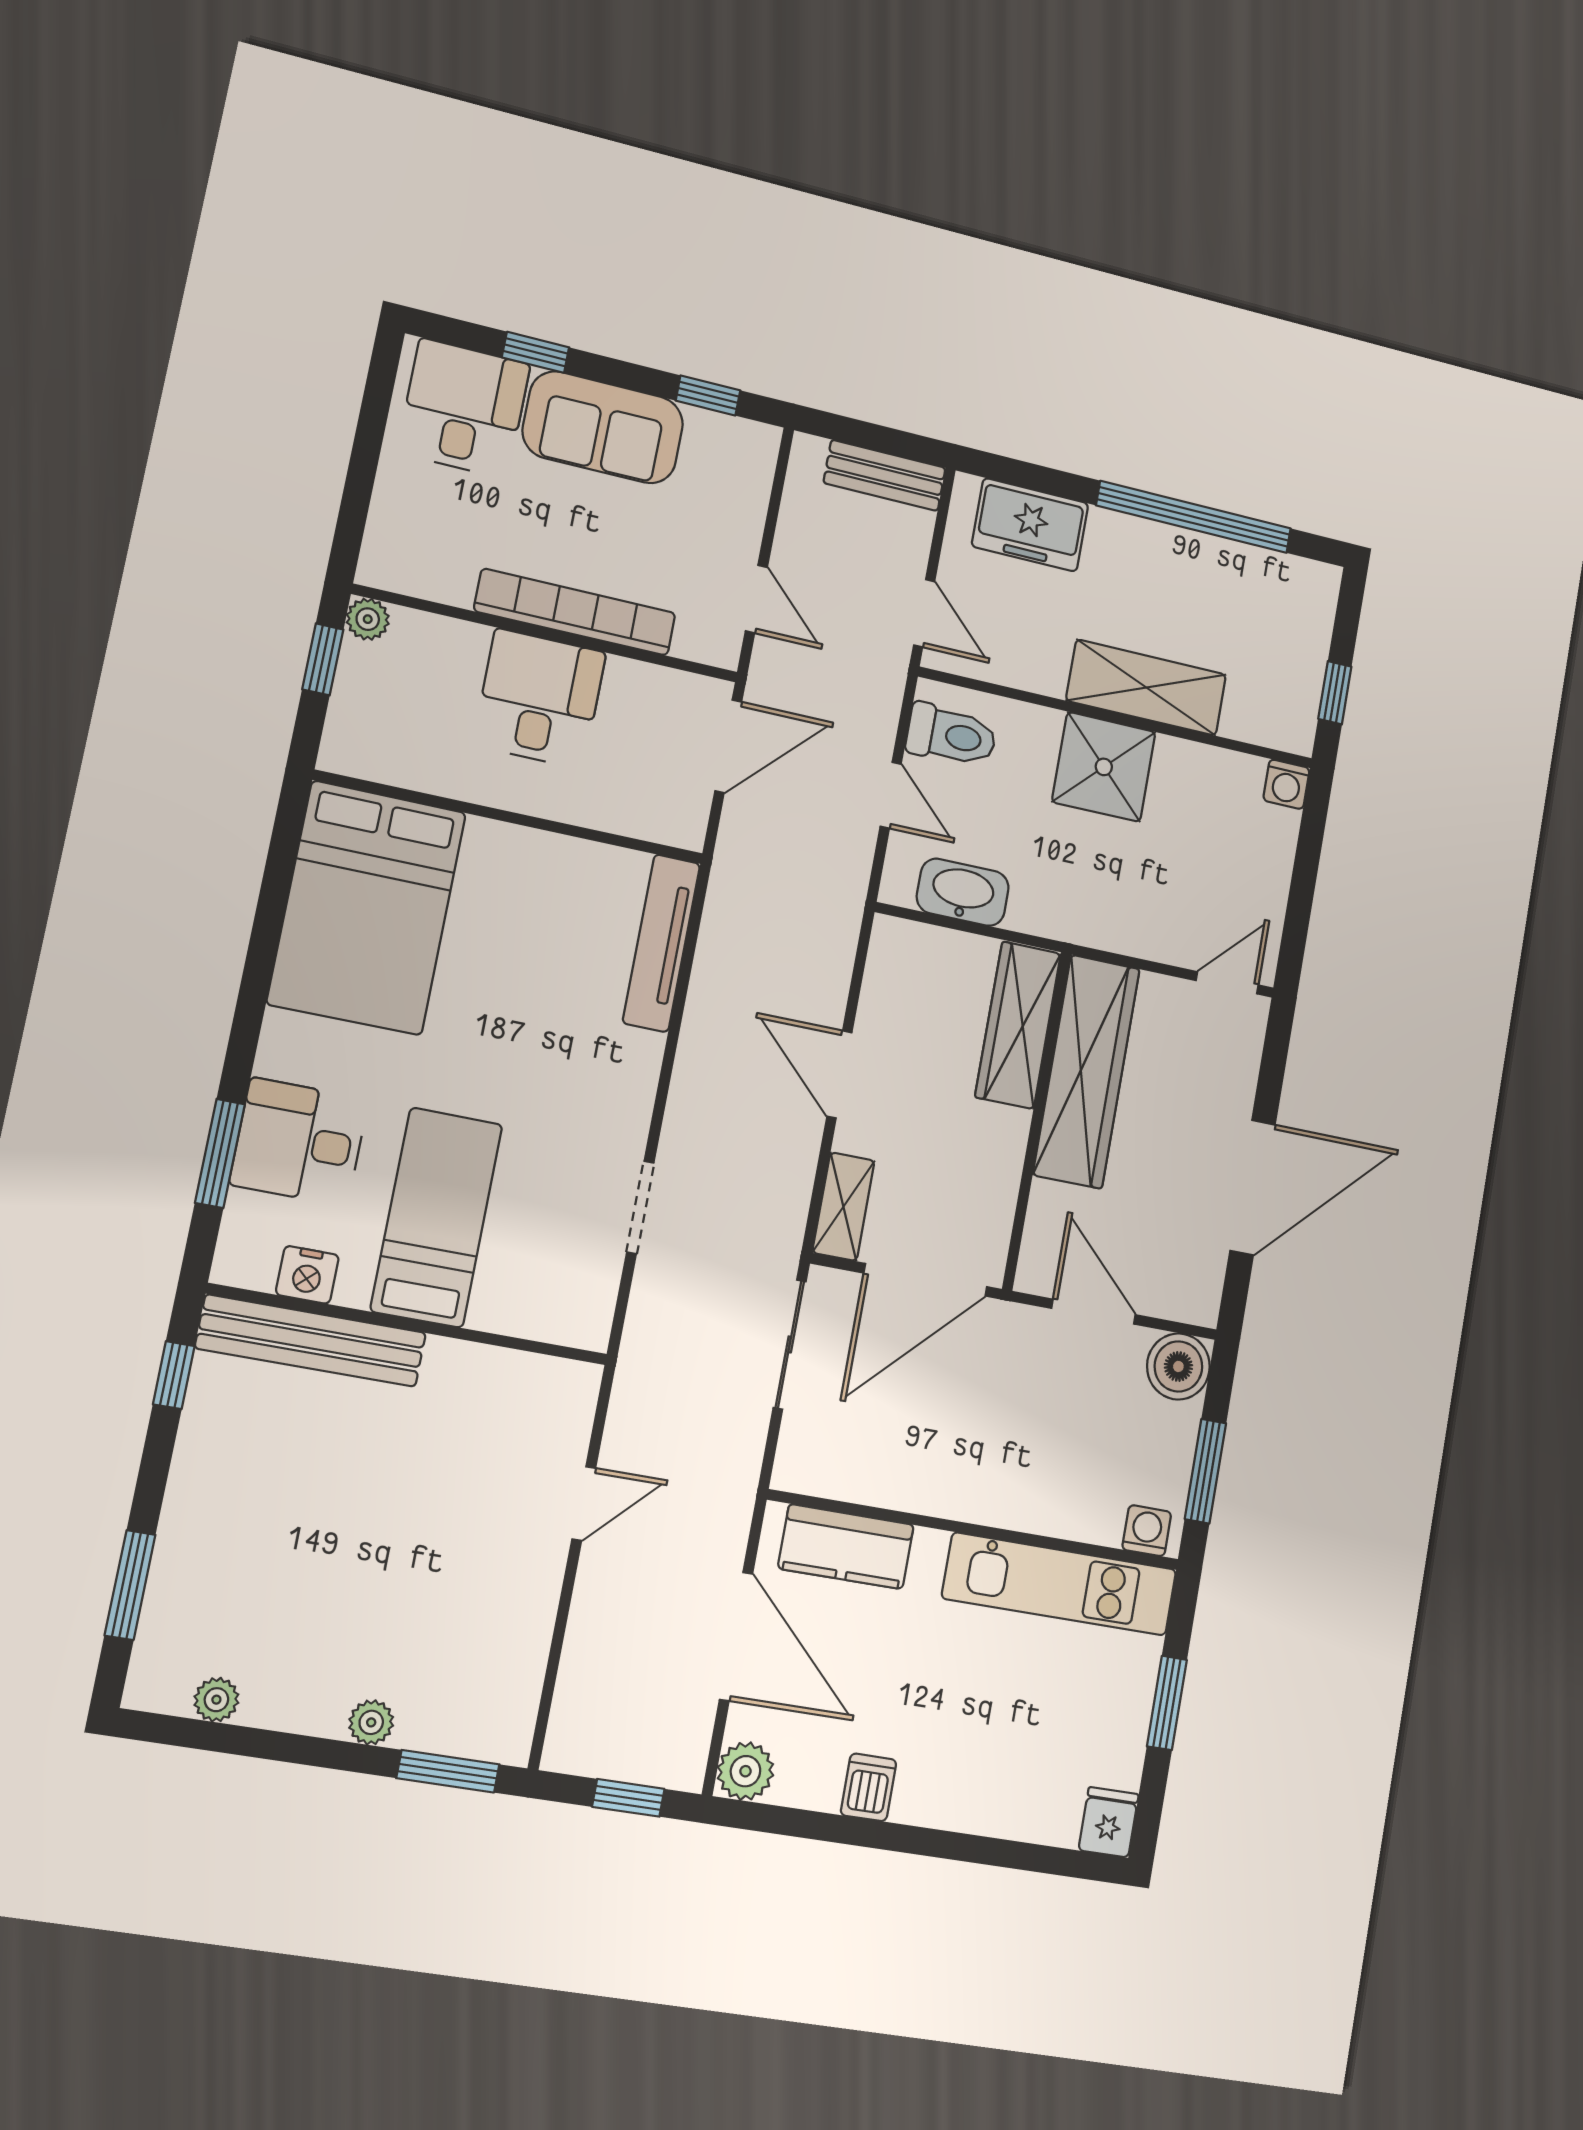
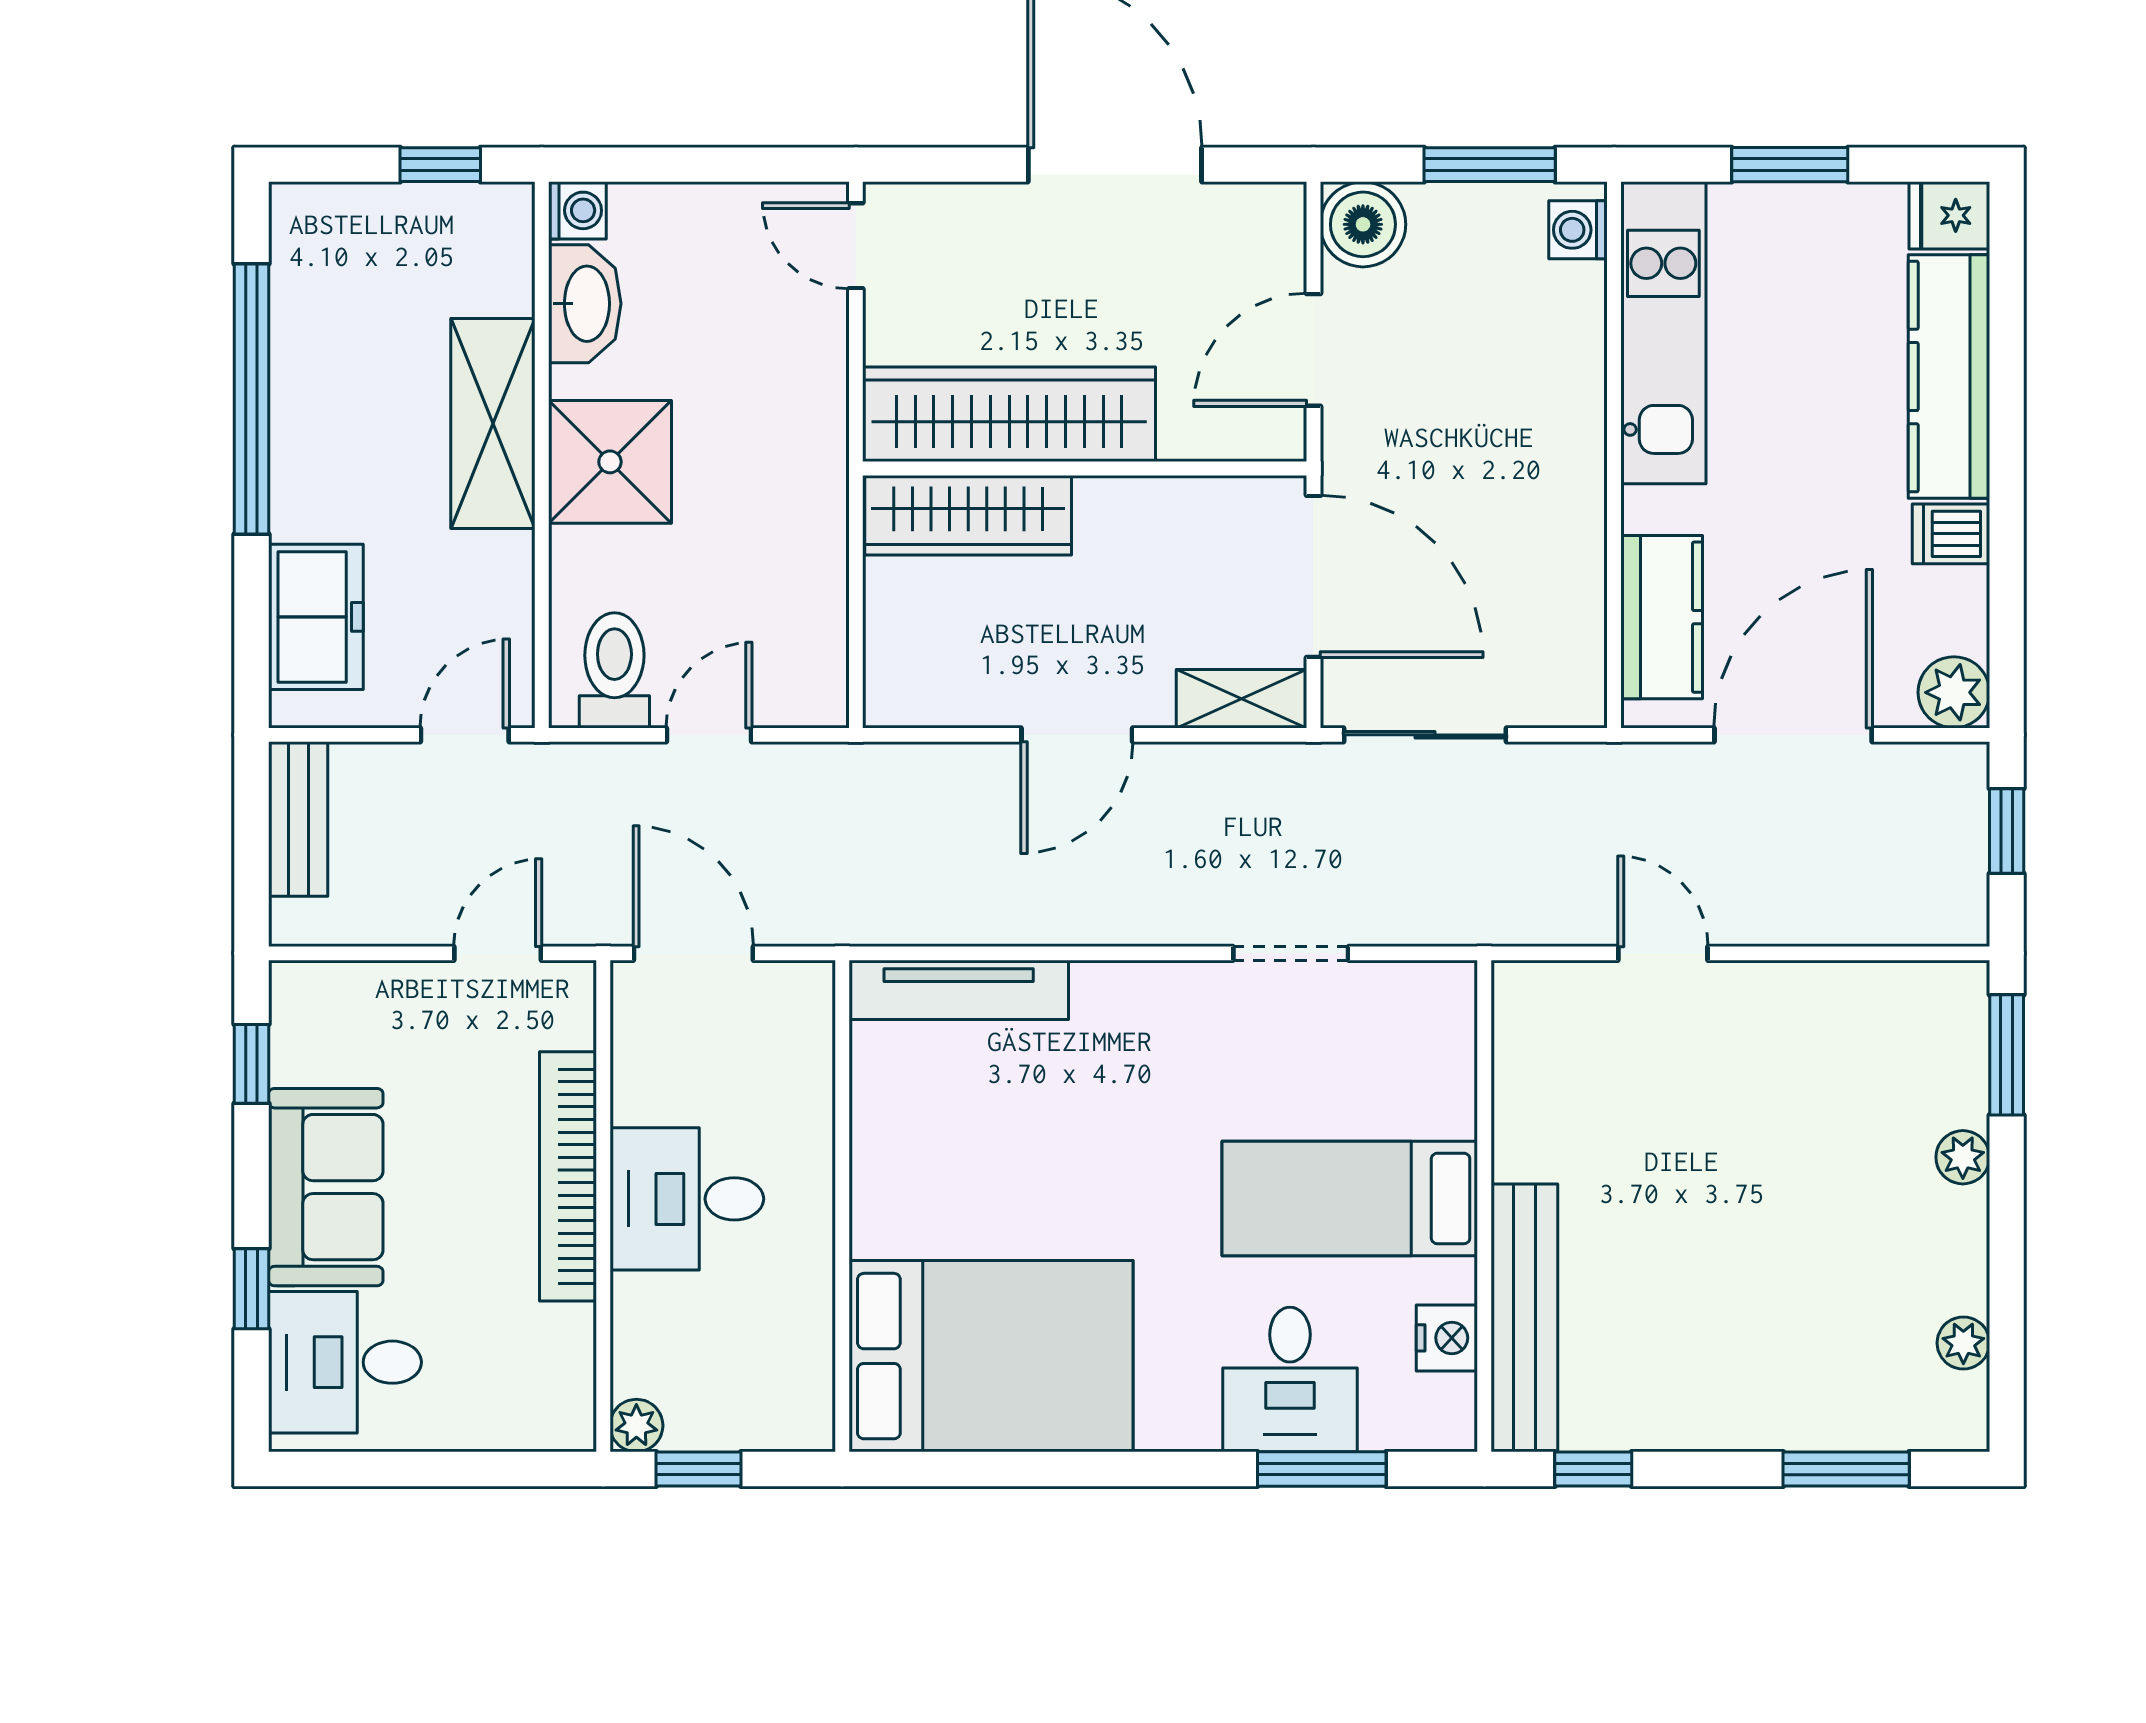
washbasin: (963, 892) -> (585, 304), moved, turned 180
kitchen counter: (988, 1804) -> (1949, 377), added

